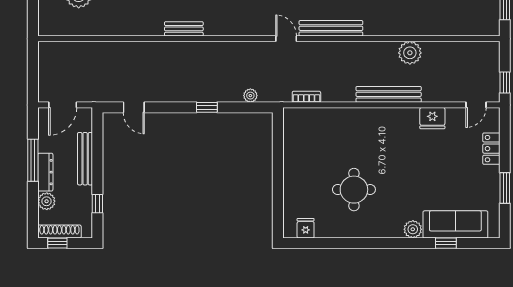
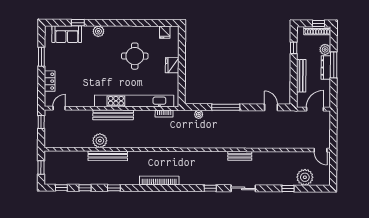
bench: (331, 28) -> (108, 156), moved
door: (286, 39) -> (321, 150), moved
window: (207, 107) -> (226, 107), width x2.17
kitchen unit: (355, 117) -> (134, 101), added
fridge: (432, 118) -> (172, 65), moved, turned -90
window: (33, 160) -> (334, 65), moved
sofa: (455, 224) -> (67, 34), width x0.73

